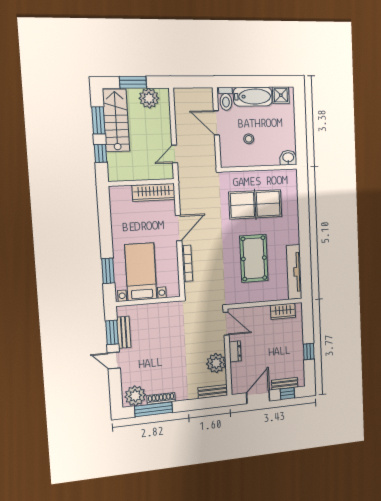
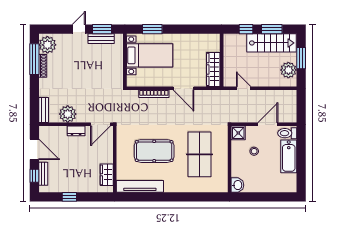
shower: (281, 95) -> (238, 133), moved

